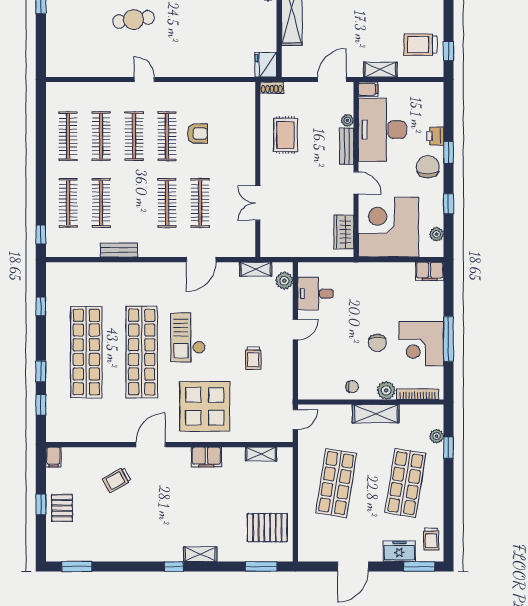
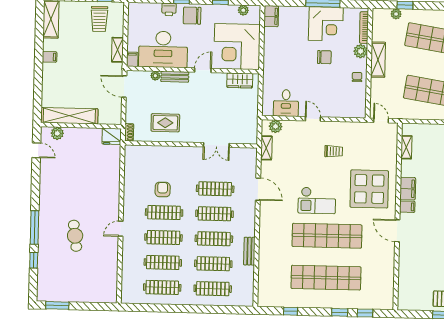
clothes rail: (134, 203) -> (214, 239), added
window: (41, 235) -> (236, 310), removed
filing cabinet: (53, 457) -> (407, 207), moved
trolley: (117, 480) -> (423, 257), removed

